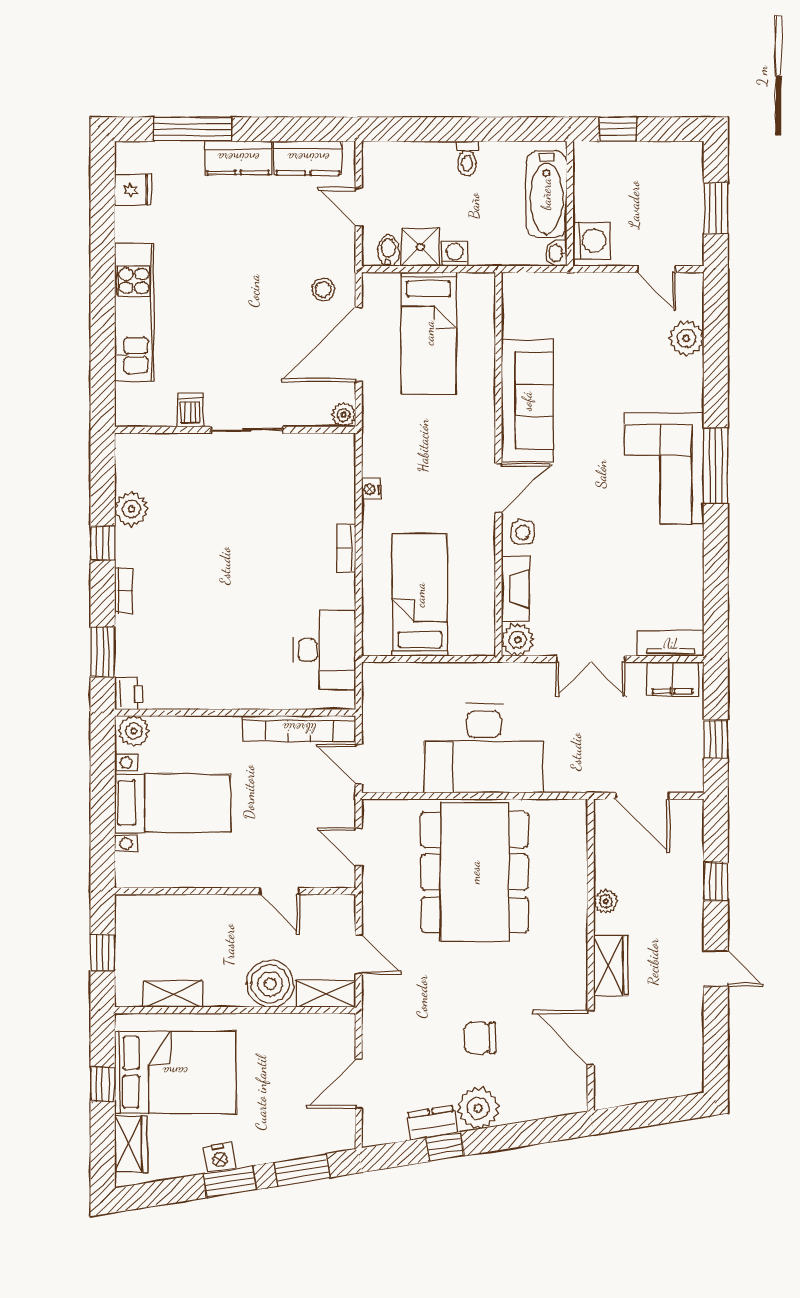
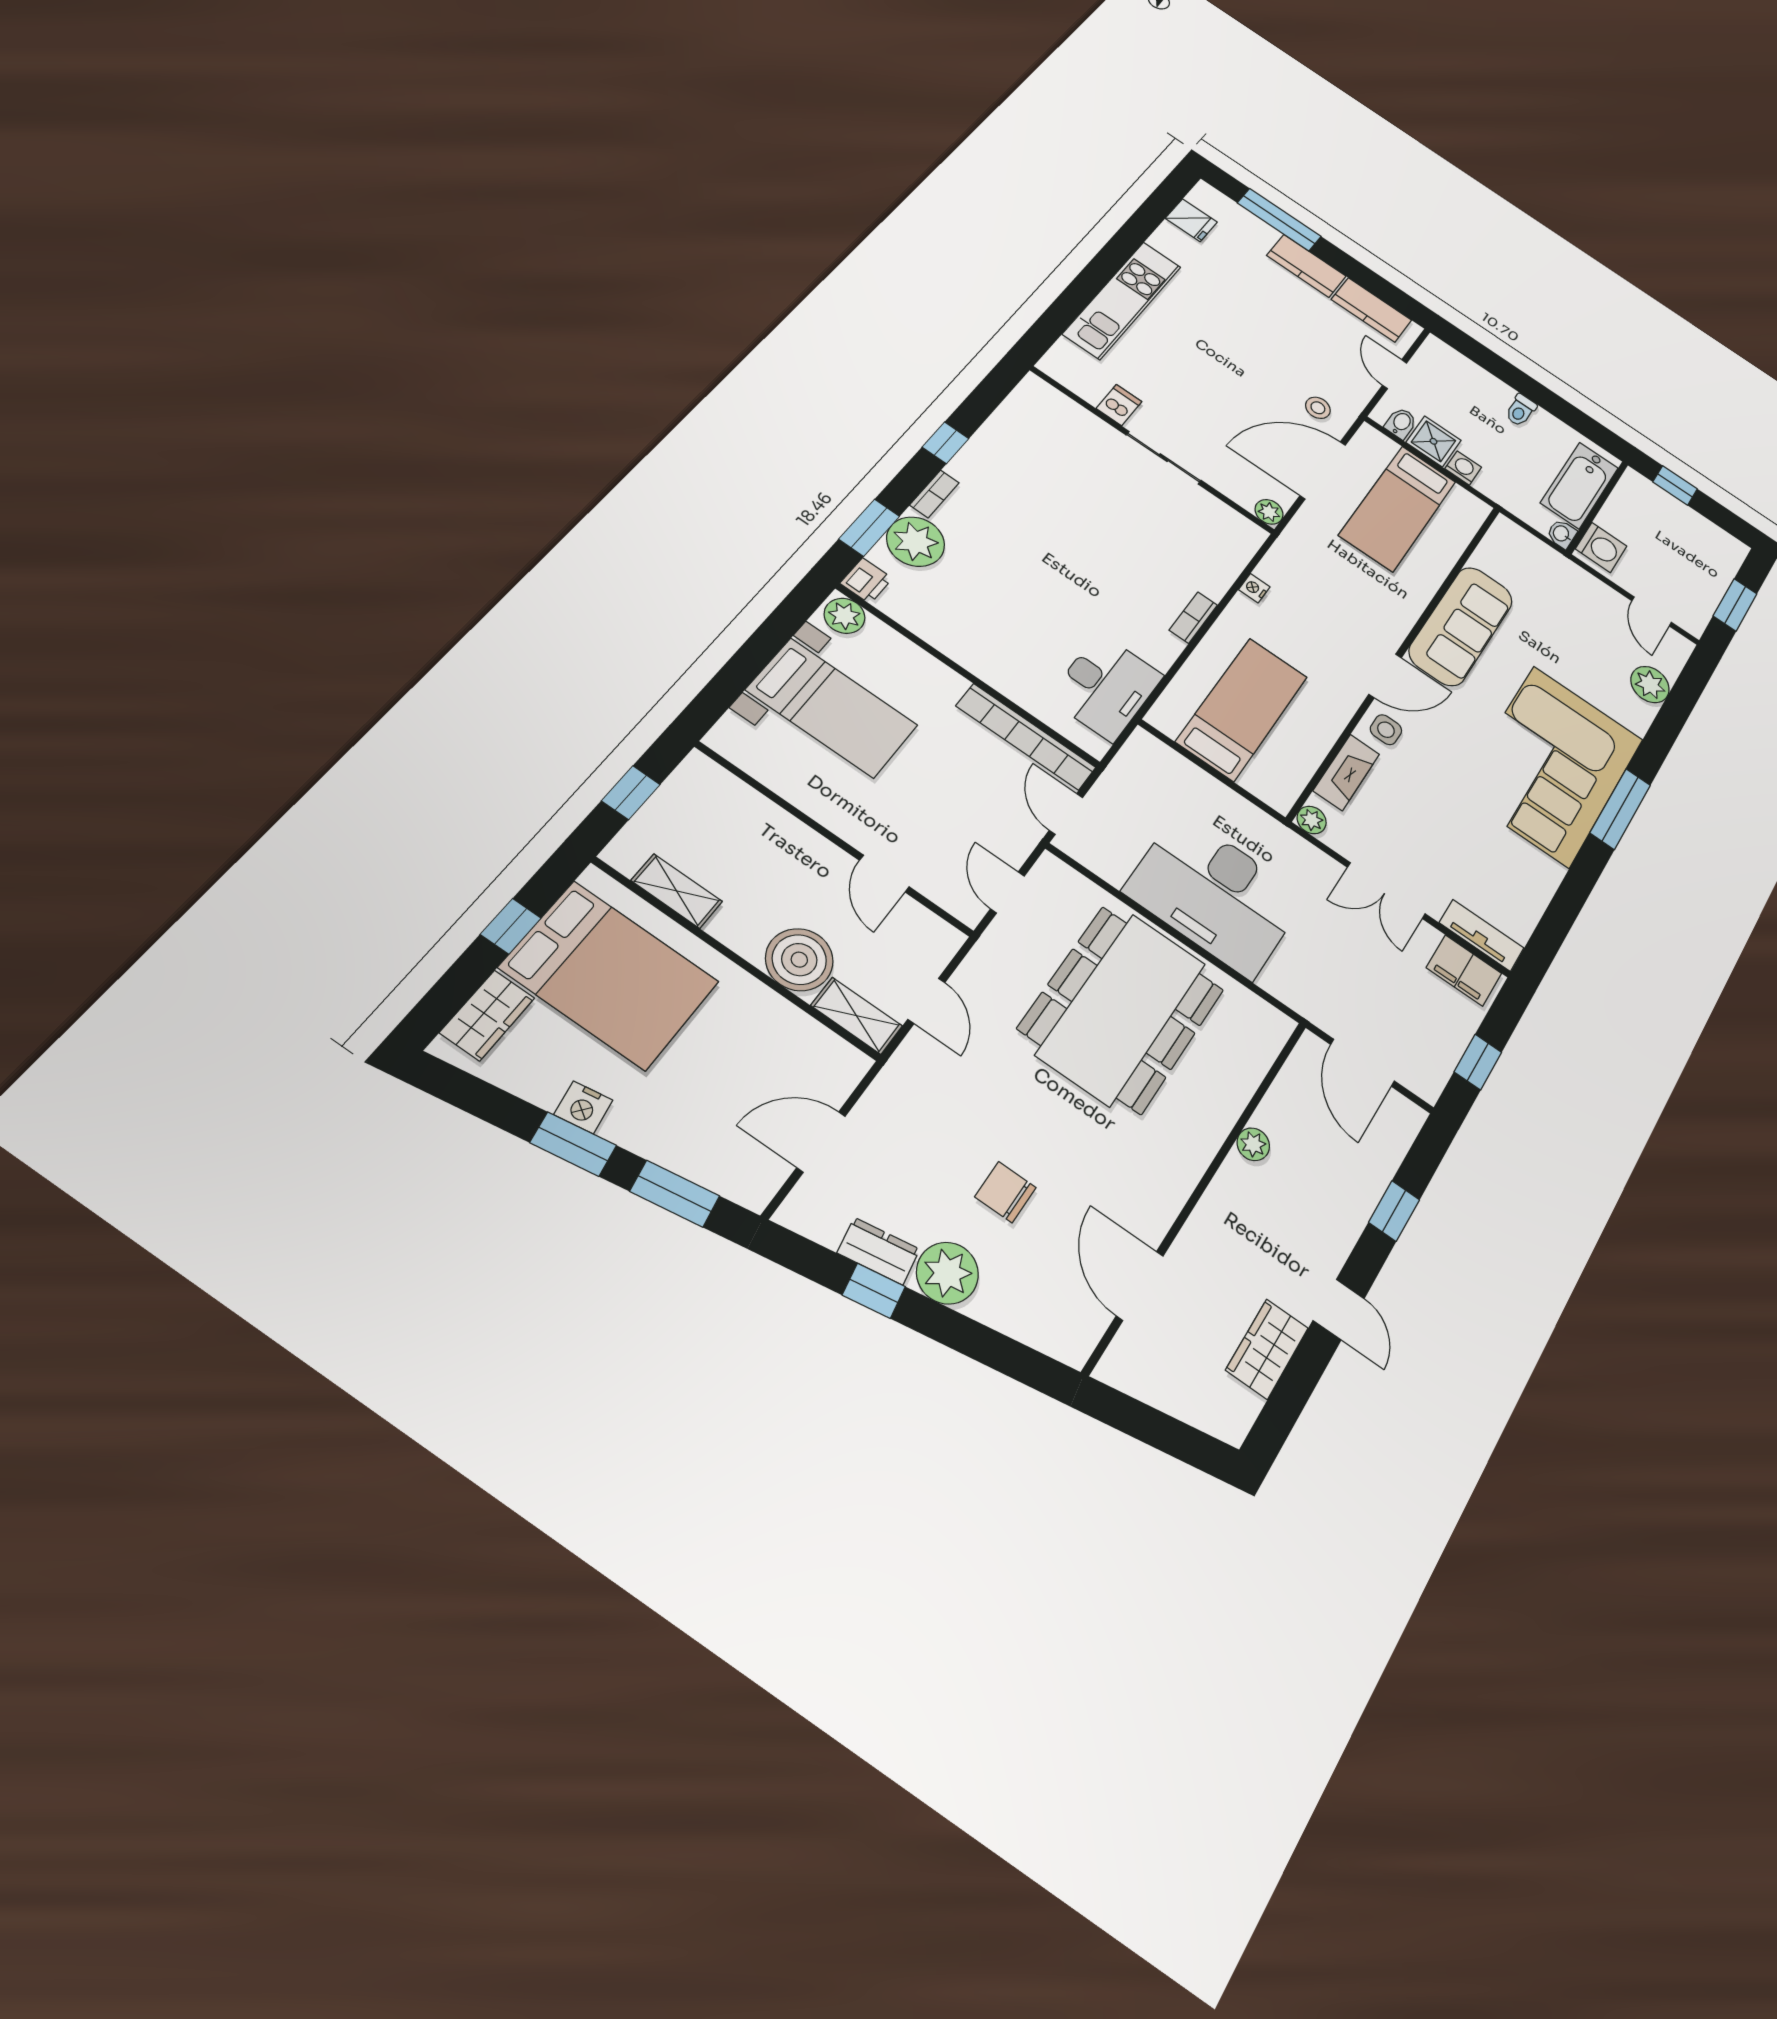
corner sofa: (664, 468) -> (1551, 765), width x1.36, depth x1.36
plant: (131, 509) -> (916, 542), moved, width x1.36, depth x1.36
plant: (518, 640) -> (1312, 820), width x0.73, depth x0.73
wardrobe: (611, 966) -> (1267, 1349), moved, turned 180

